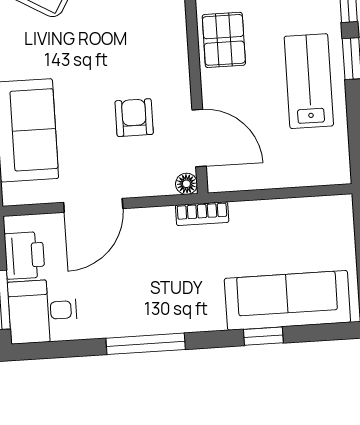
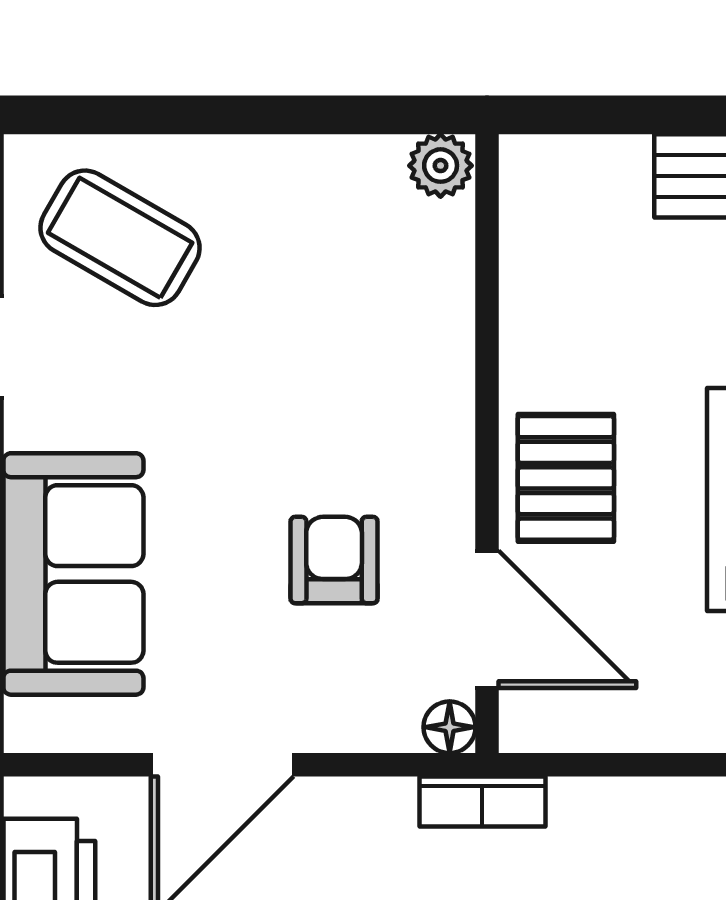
pallet: (224, 40) -> (566, 478), moved

